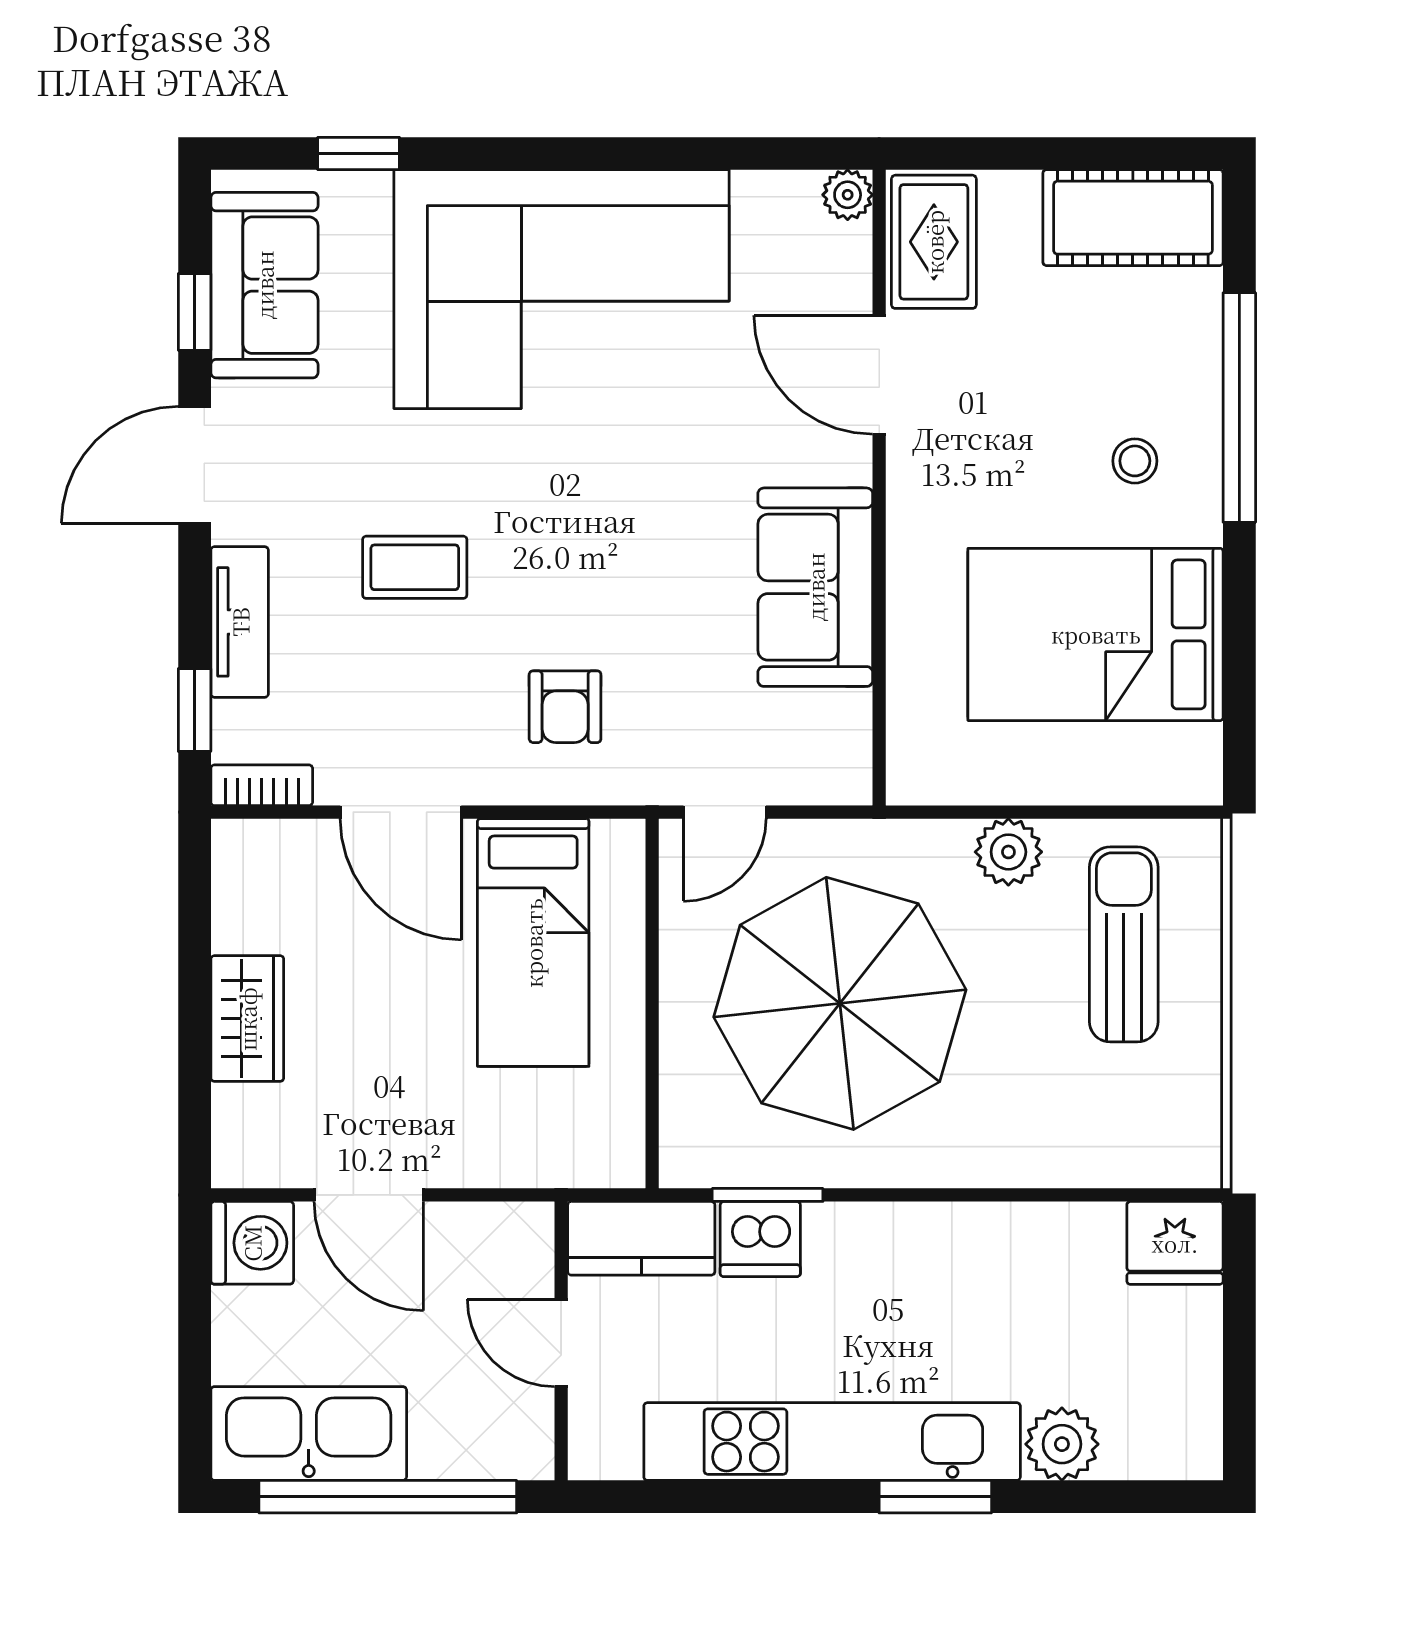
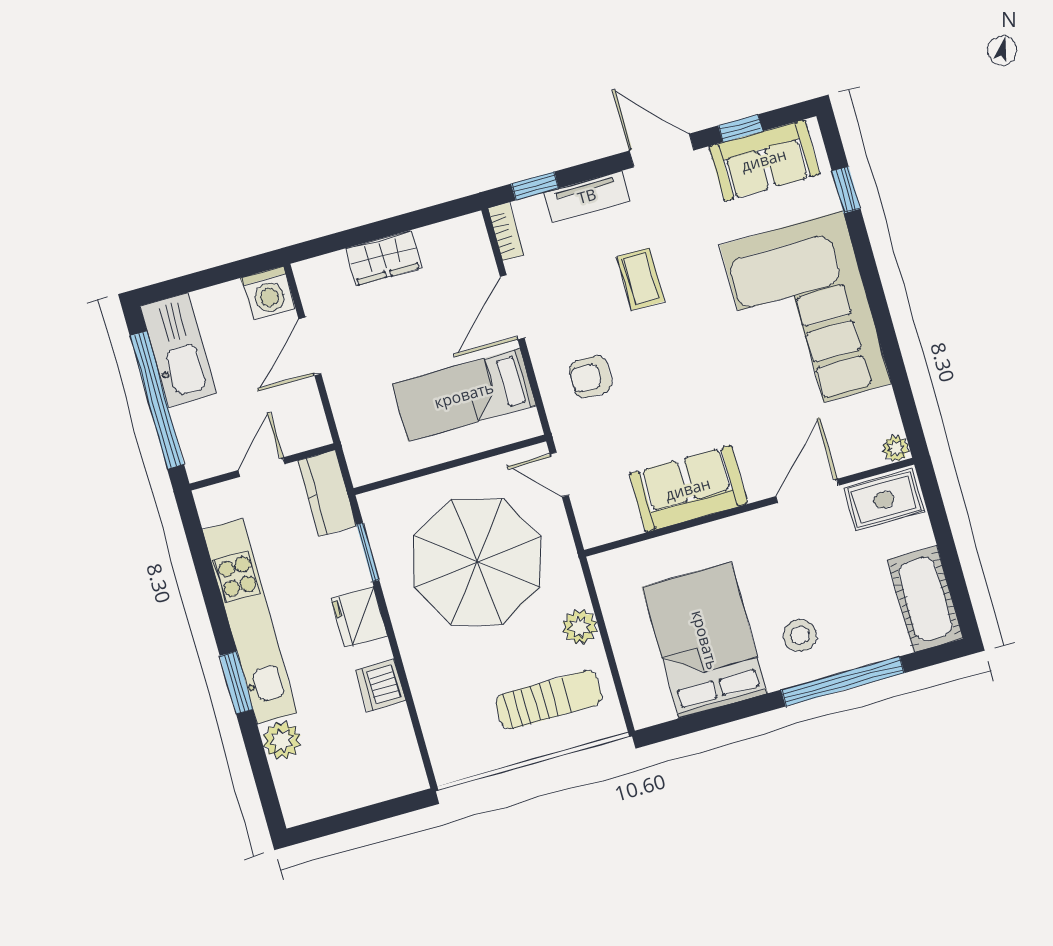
stool: (1135, 461) -> (800, 635), width x1.37, depth x1.37
dishwasher: (760, 1239) -> (381, 685), moved
fridge: (1175, 1243) -> (359, 617), moved

